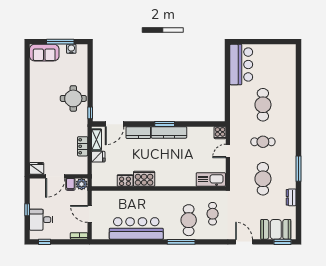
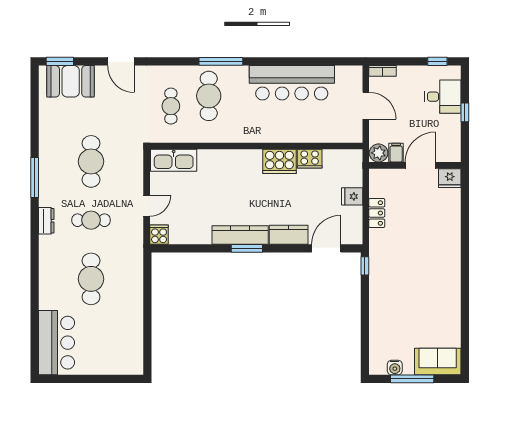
bar counter: (241, 65) -> (57, 343), moved, turned 180
round table: (73, 98) -> (392, 289), removed
shelving: (96, 140) -> (355, 223), removed
dresser: (291, 197) -> (46, 221), moved

